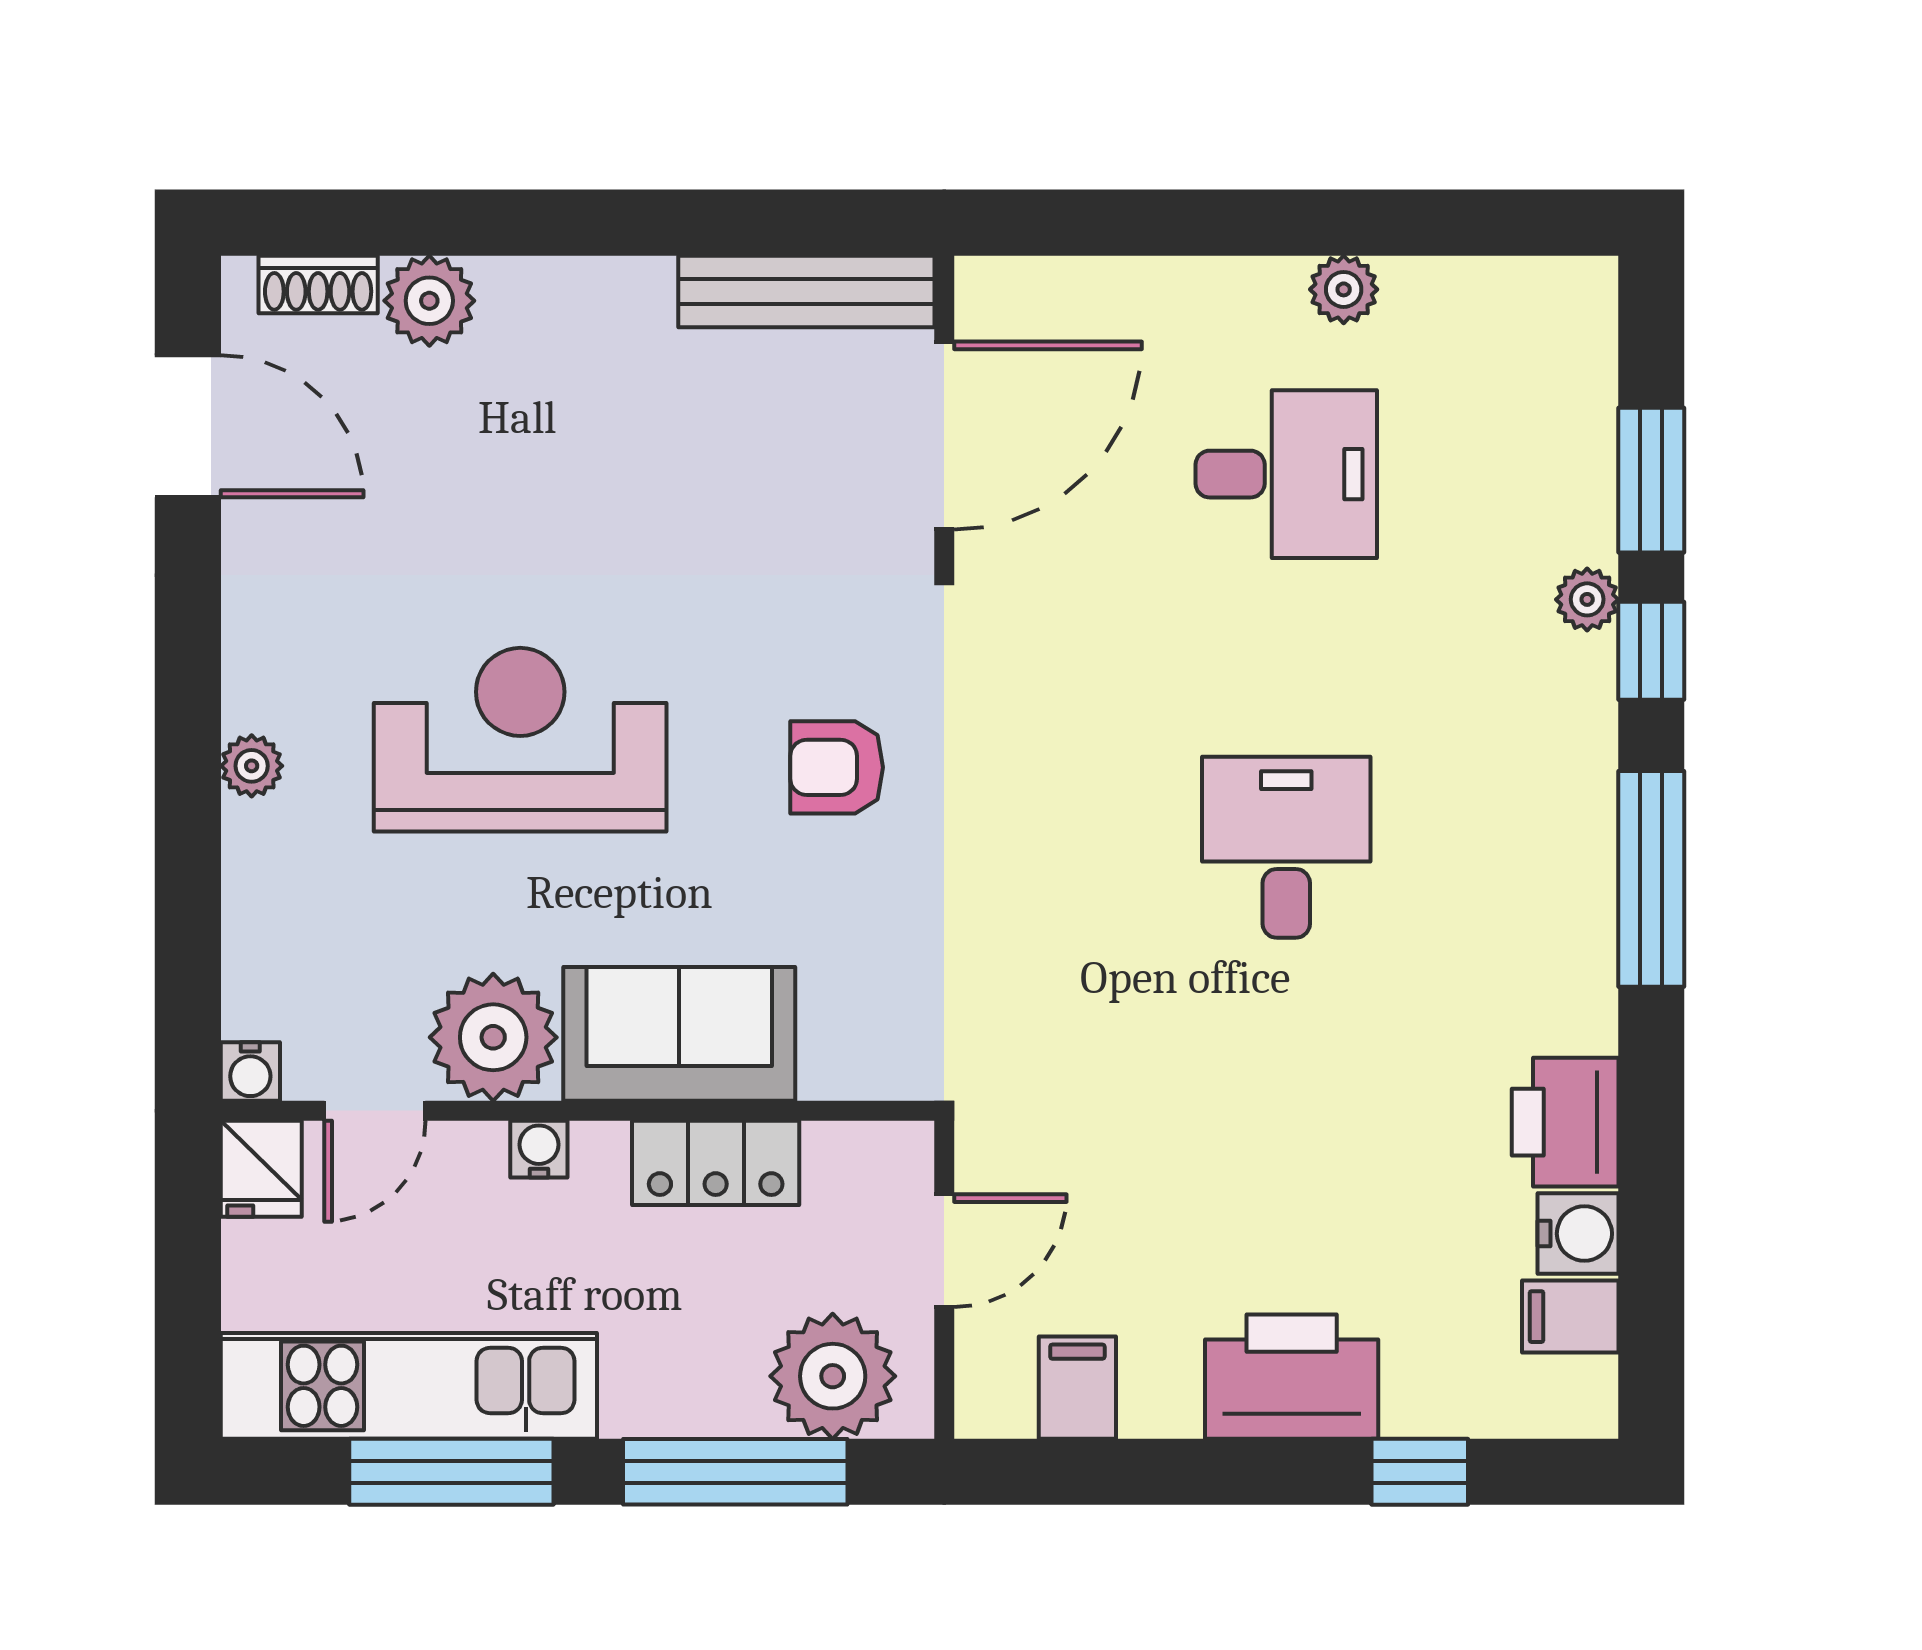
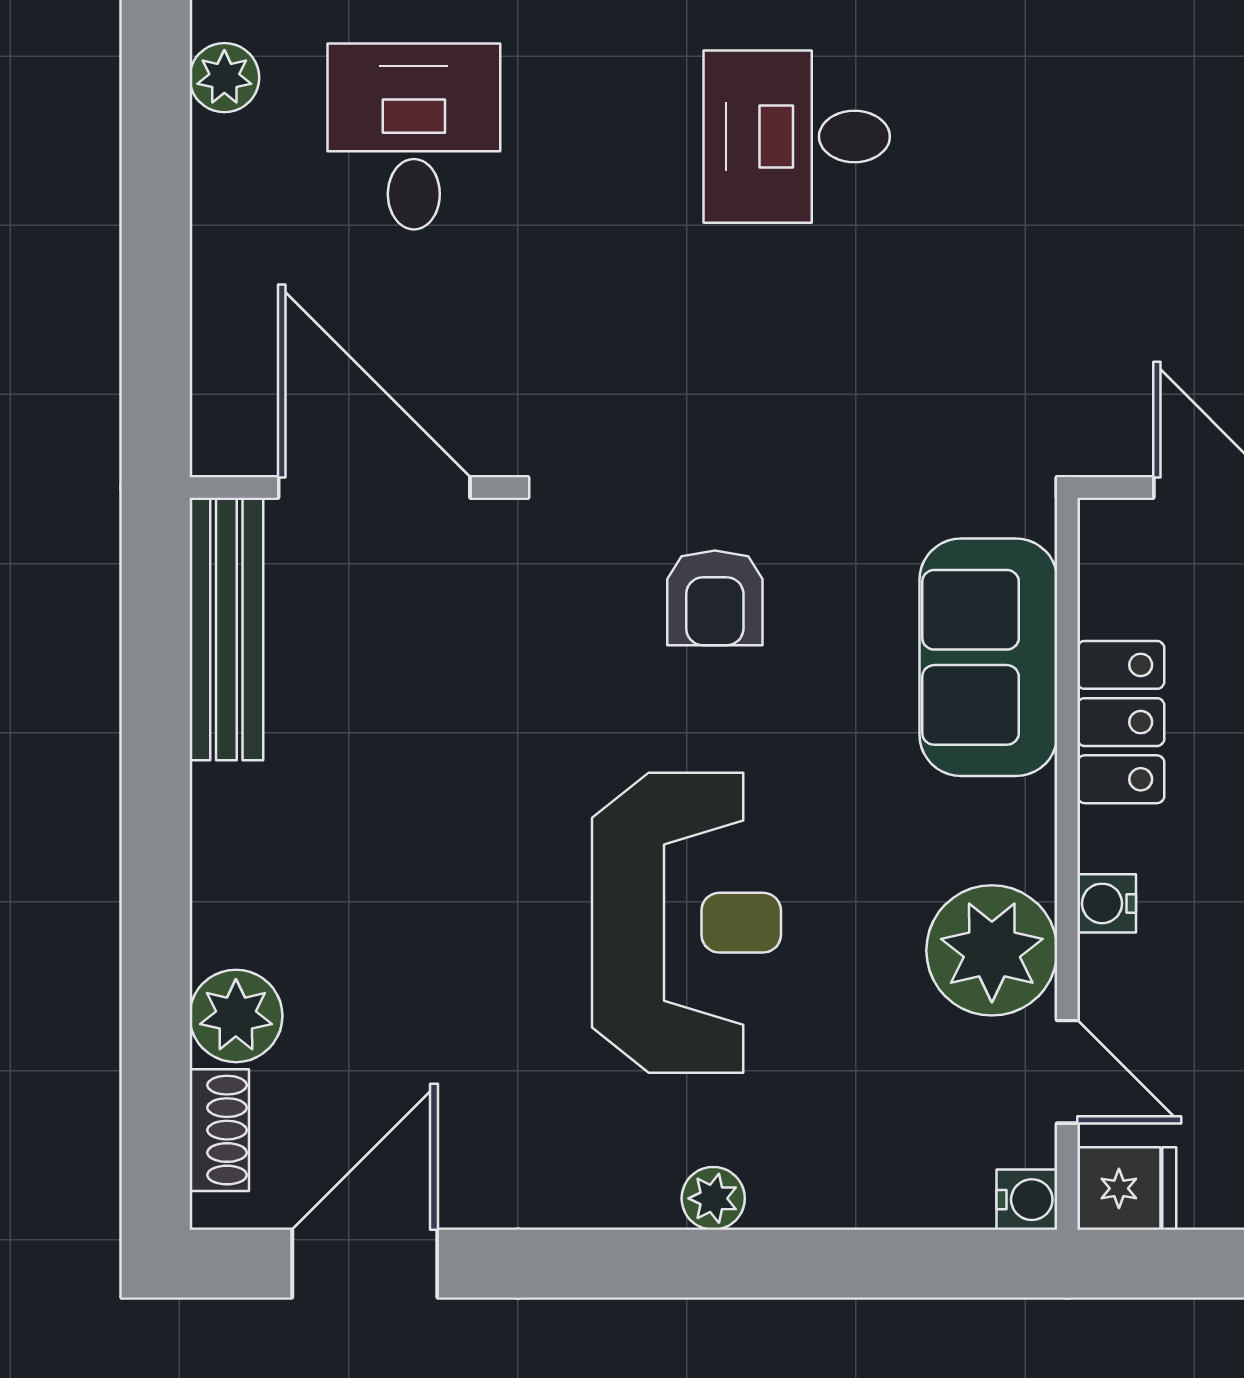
reception desk: (520, 740) -> (686, 923), turned 180
sofa: (679, 1034) -> (988, 657), moved

